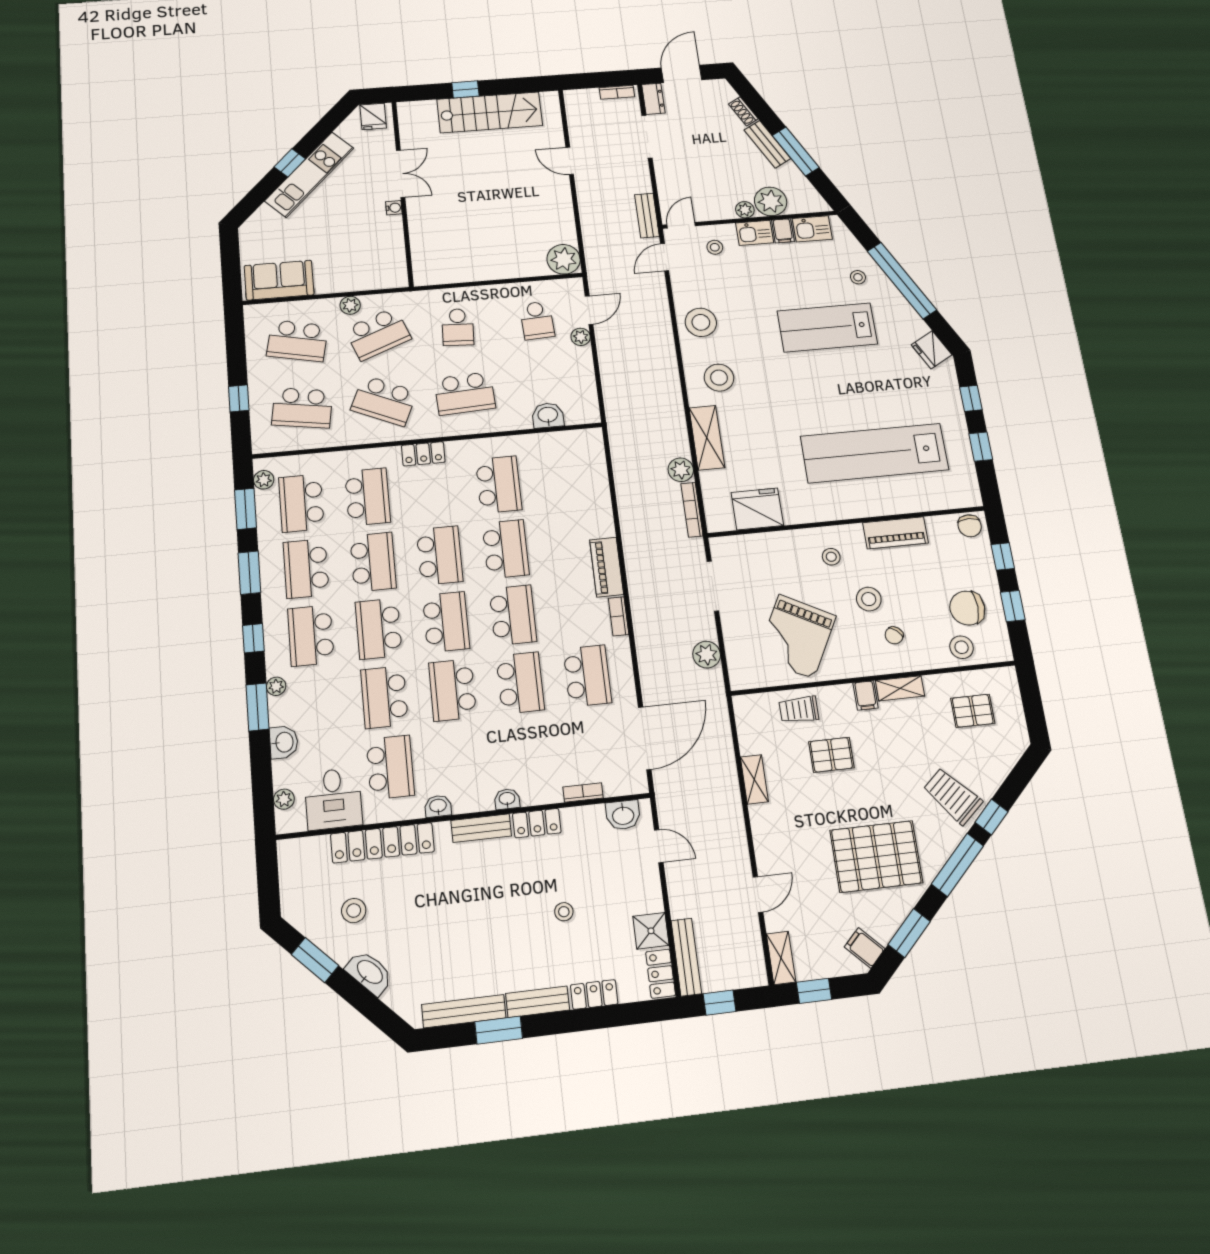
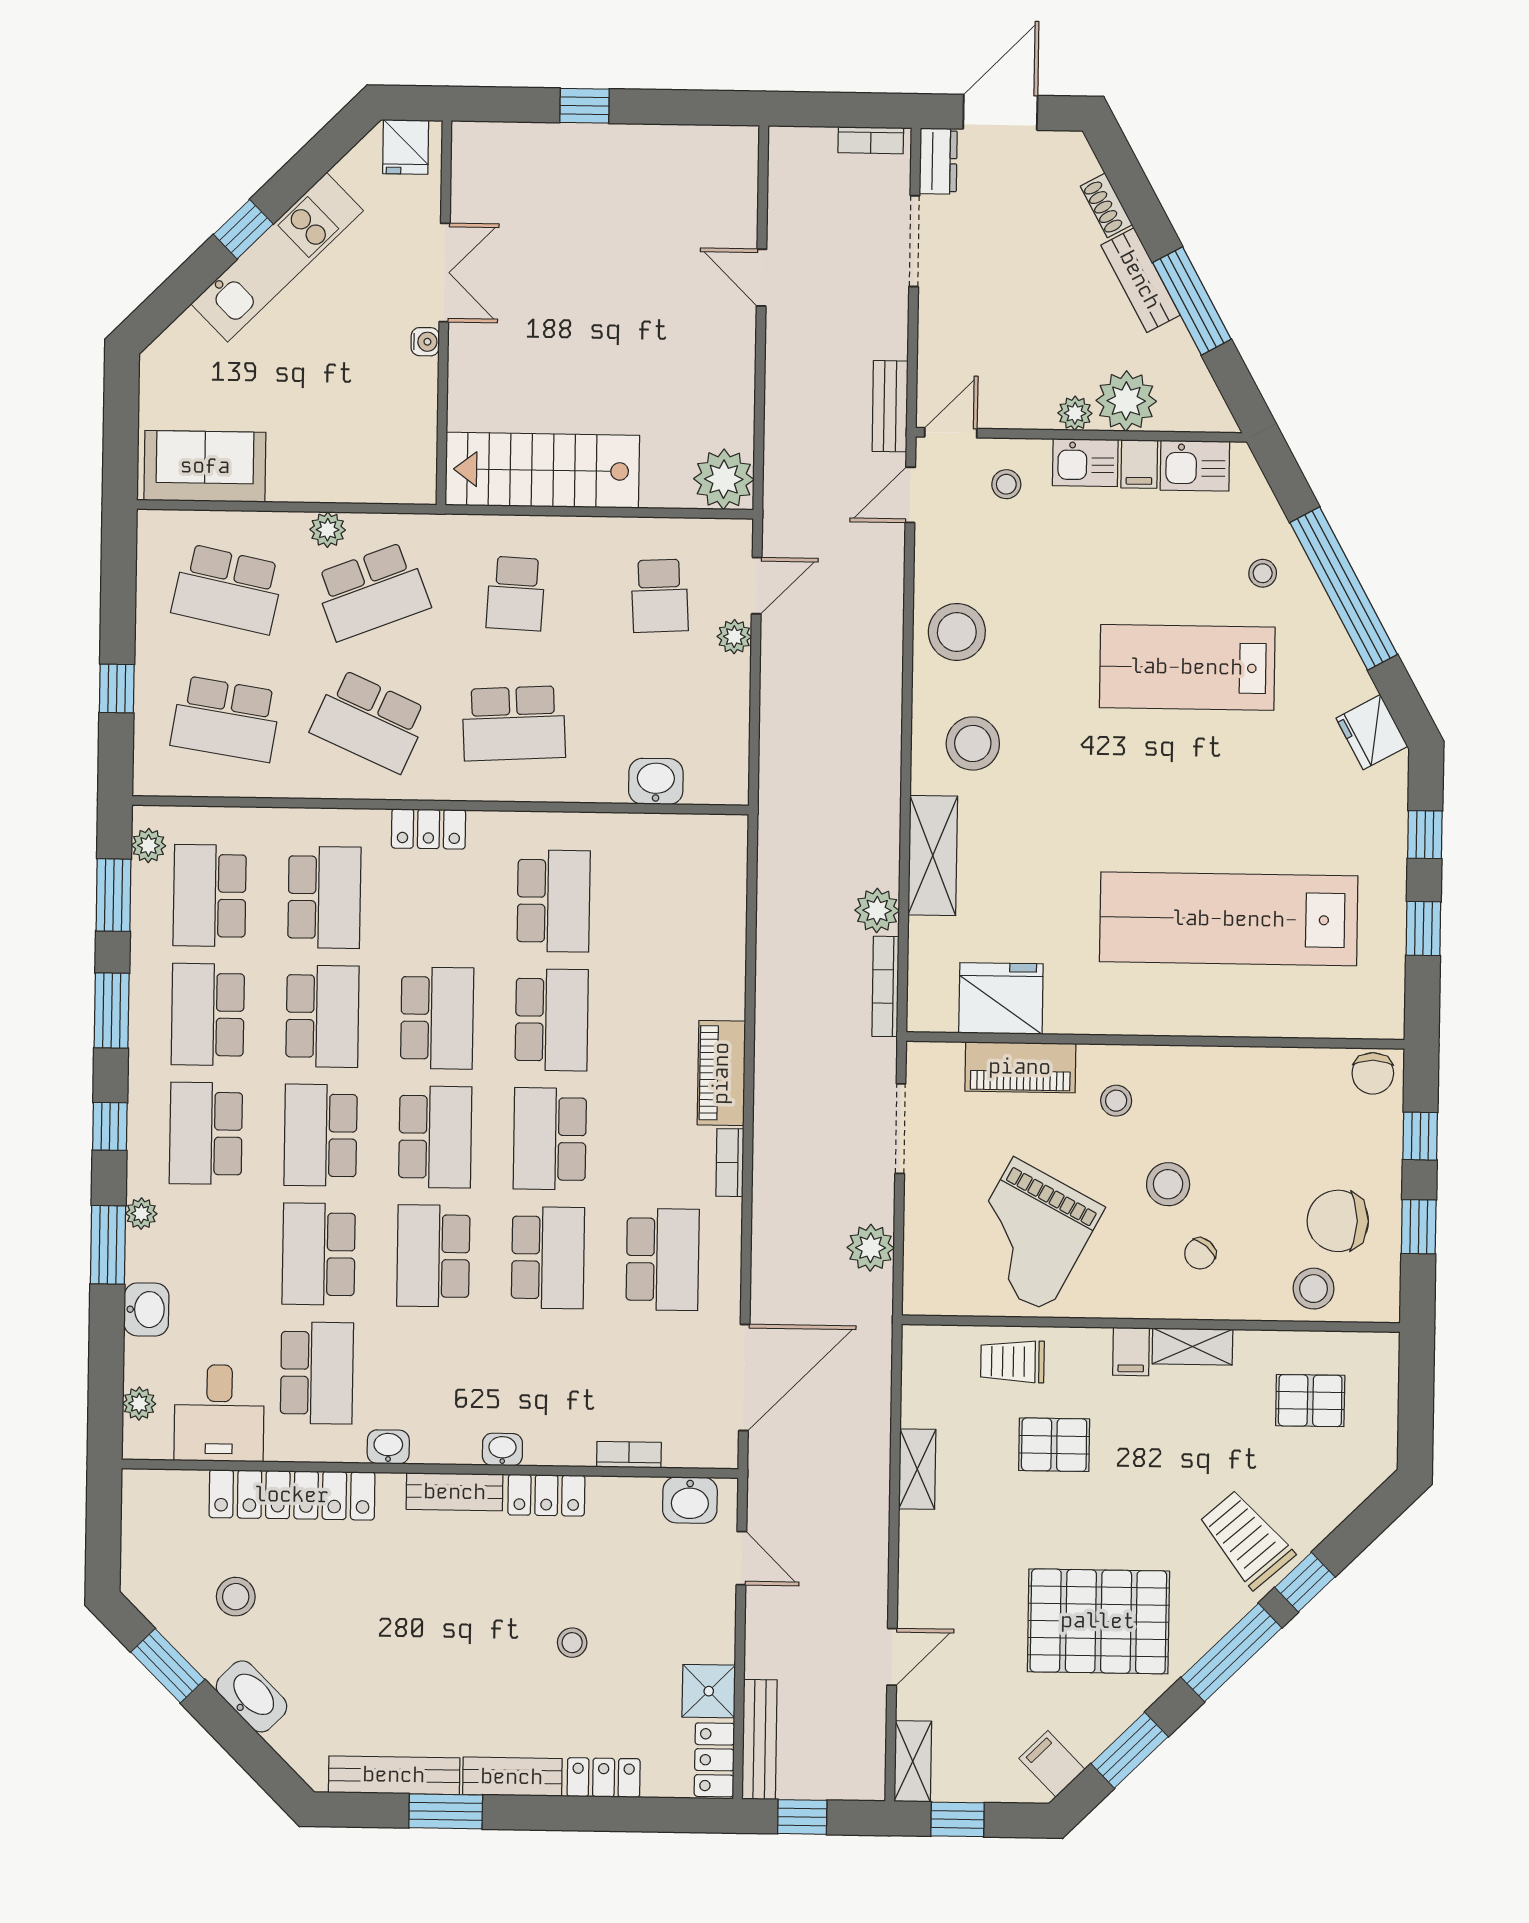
stairs: (490, 112) -> (542, 470), moved, turned 180
piano: (895, 533) -> (1020, 1067), moved
school desk: (513, 615) -> (550, 1139), turned 180

